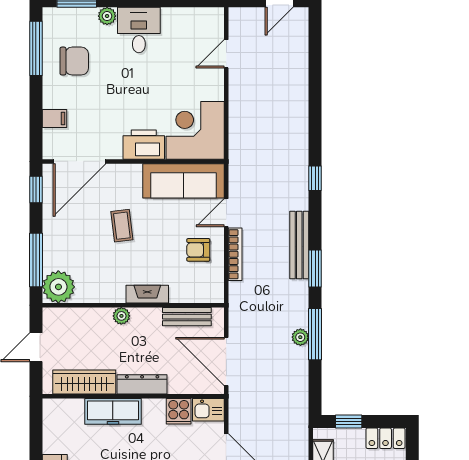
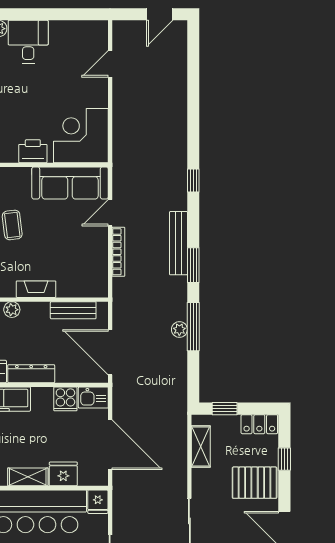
printer: (144, 145) -> (33, 151), width x0.73, depth x0.84
armchair: (198, 250) -> (84, 248), removed

